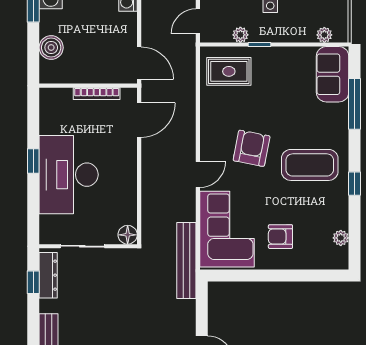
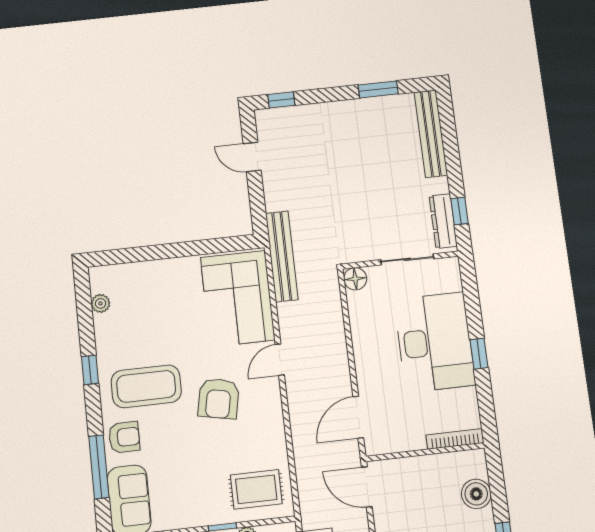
bookcase: (97, 94) -> (455, 439), moved
armchair: (280, 237) -> (124, 437), moved

